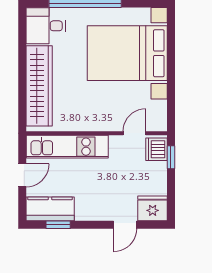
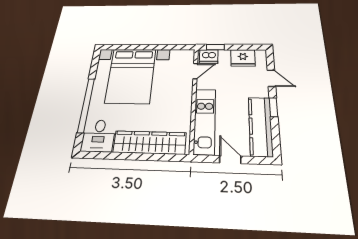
door: (134, 133) -> (195, 71), swing flipped
fridge: (153, 208) -> (243, 58), moved, turned -90
kitchen counter: (50, 209) -> (260, 126), width x1.50
window: (58, 225) -> (274, 107), moved

